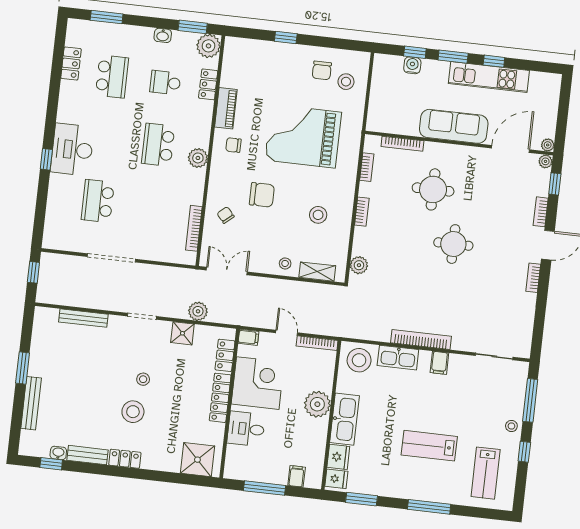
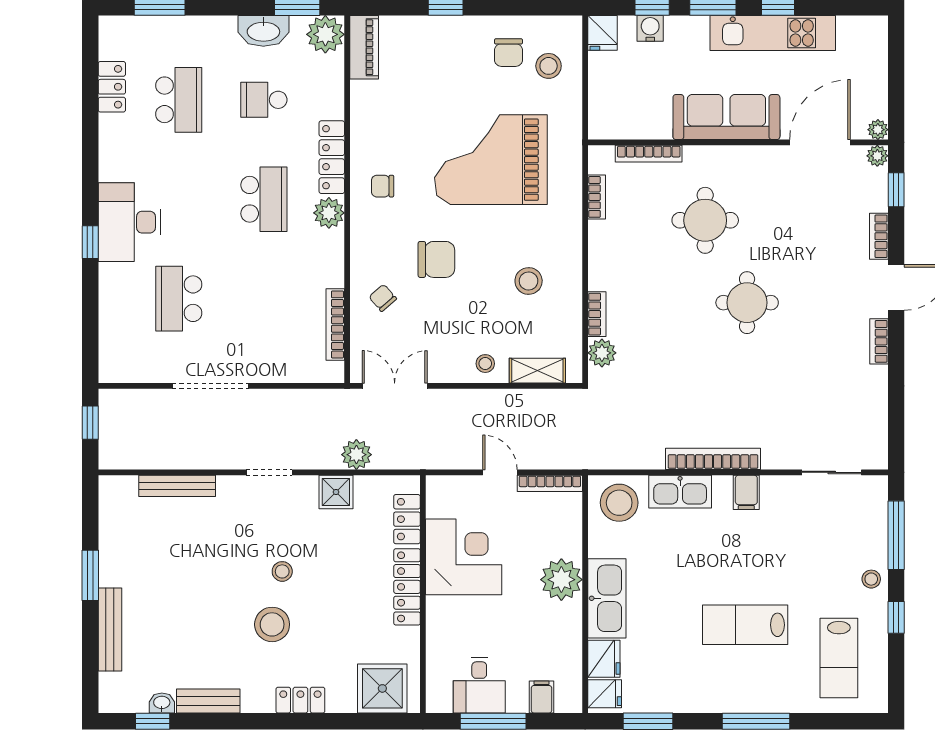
washbasin: (163, 35) -> (263, 31), width x1.91, depth x1.45
fridge: (382, 65) -> (603, 33), added
locker: (208, 84) -> (332, 157), moved, width x1.53
piano: (226, 108) -> (364, 47), moved
school desk: (158, 145) -> (264, 199), turned 180
bookcase: (362, 212) -> (597, 314), moved
filing cabinet: (248, 337) -> (441, 487), removed
desk: (246, 429) -> (479, 685), moved, turned -90
locker: (125, 459) -> (300, 700), moved

